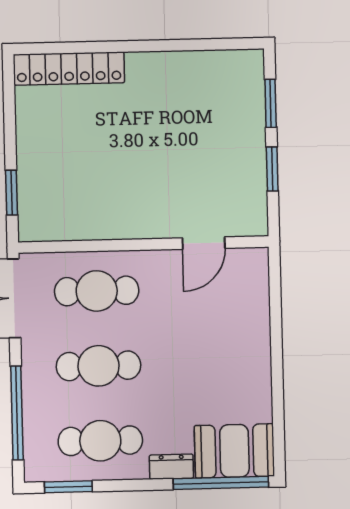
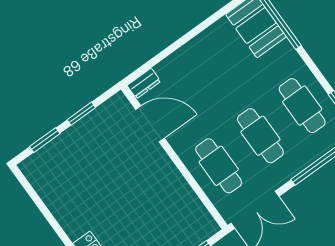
door: (204, 243) -> (150, 124), width x1.36
dresser: (171, 467) -> (144, 83), moved, turned -90

